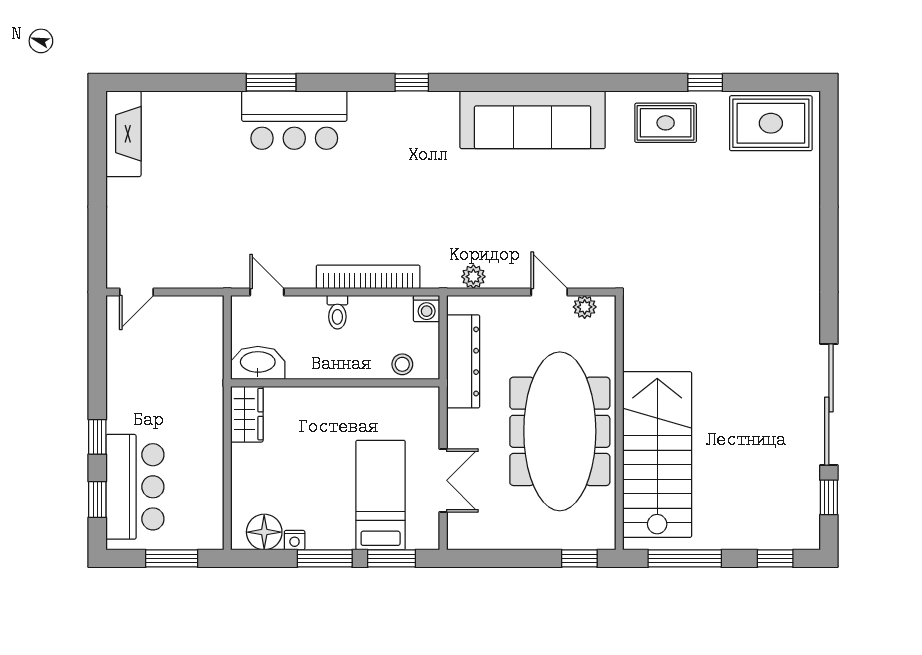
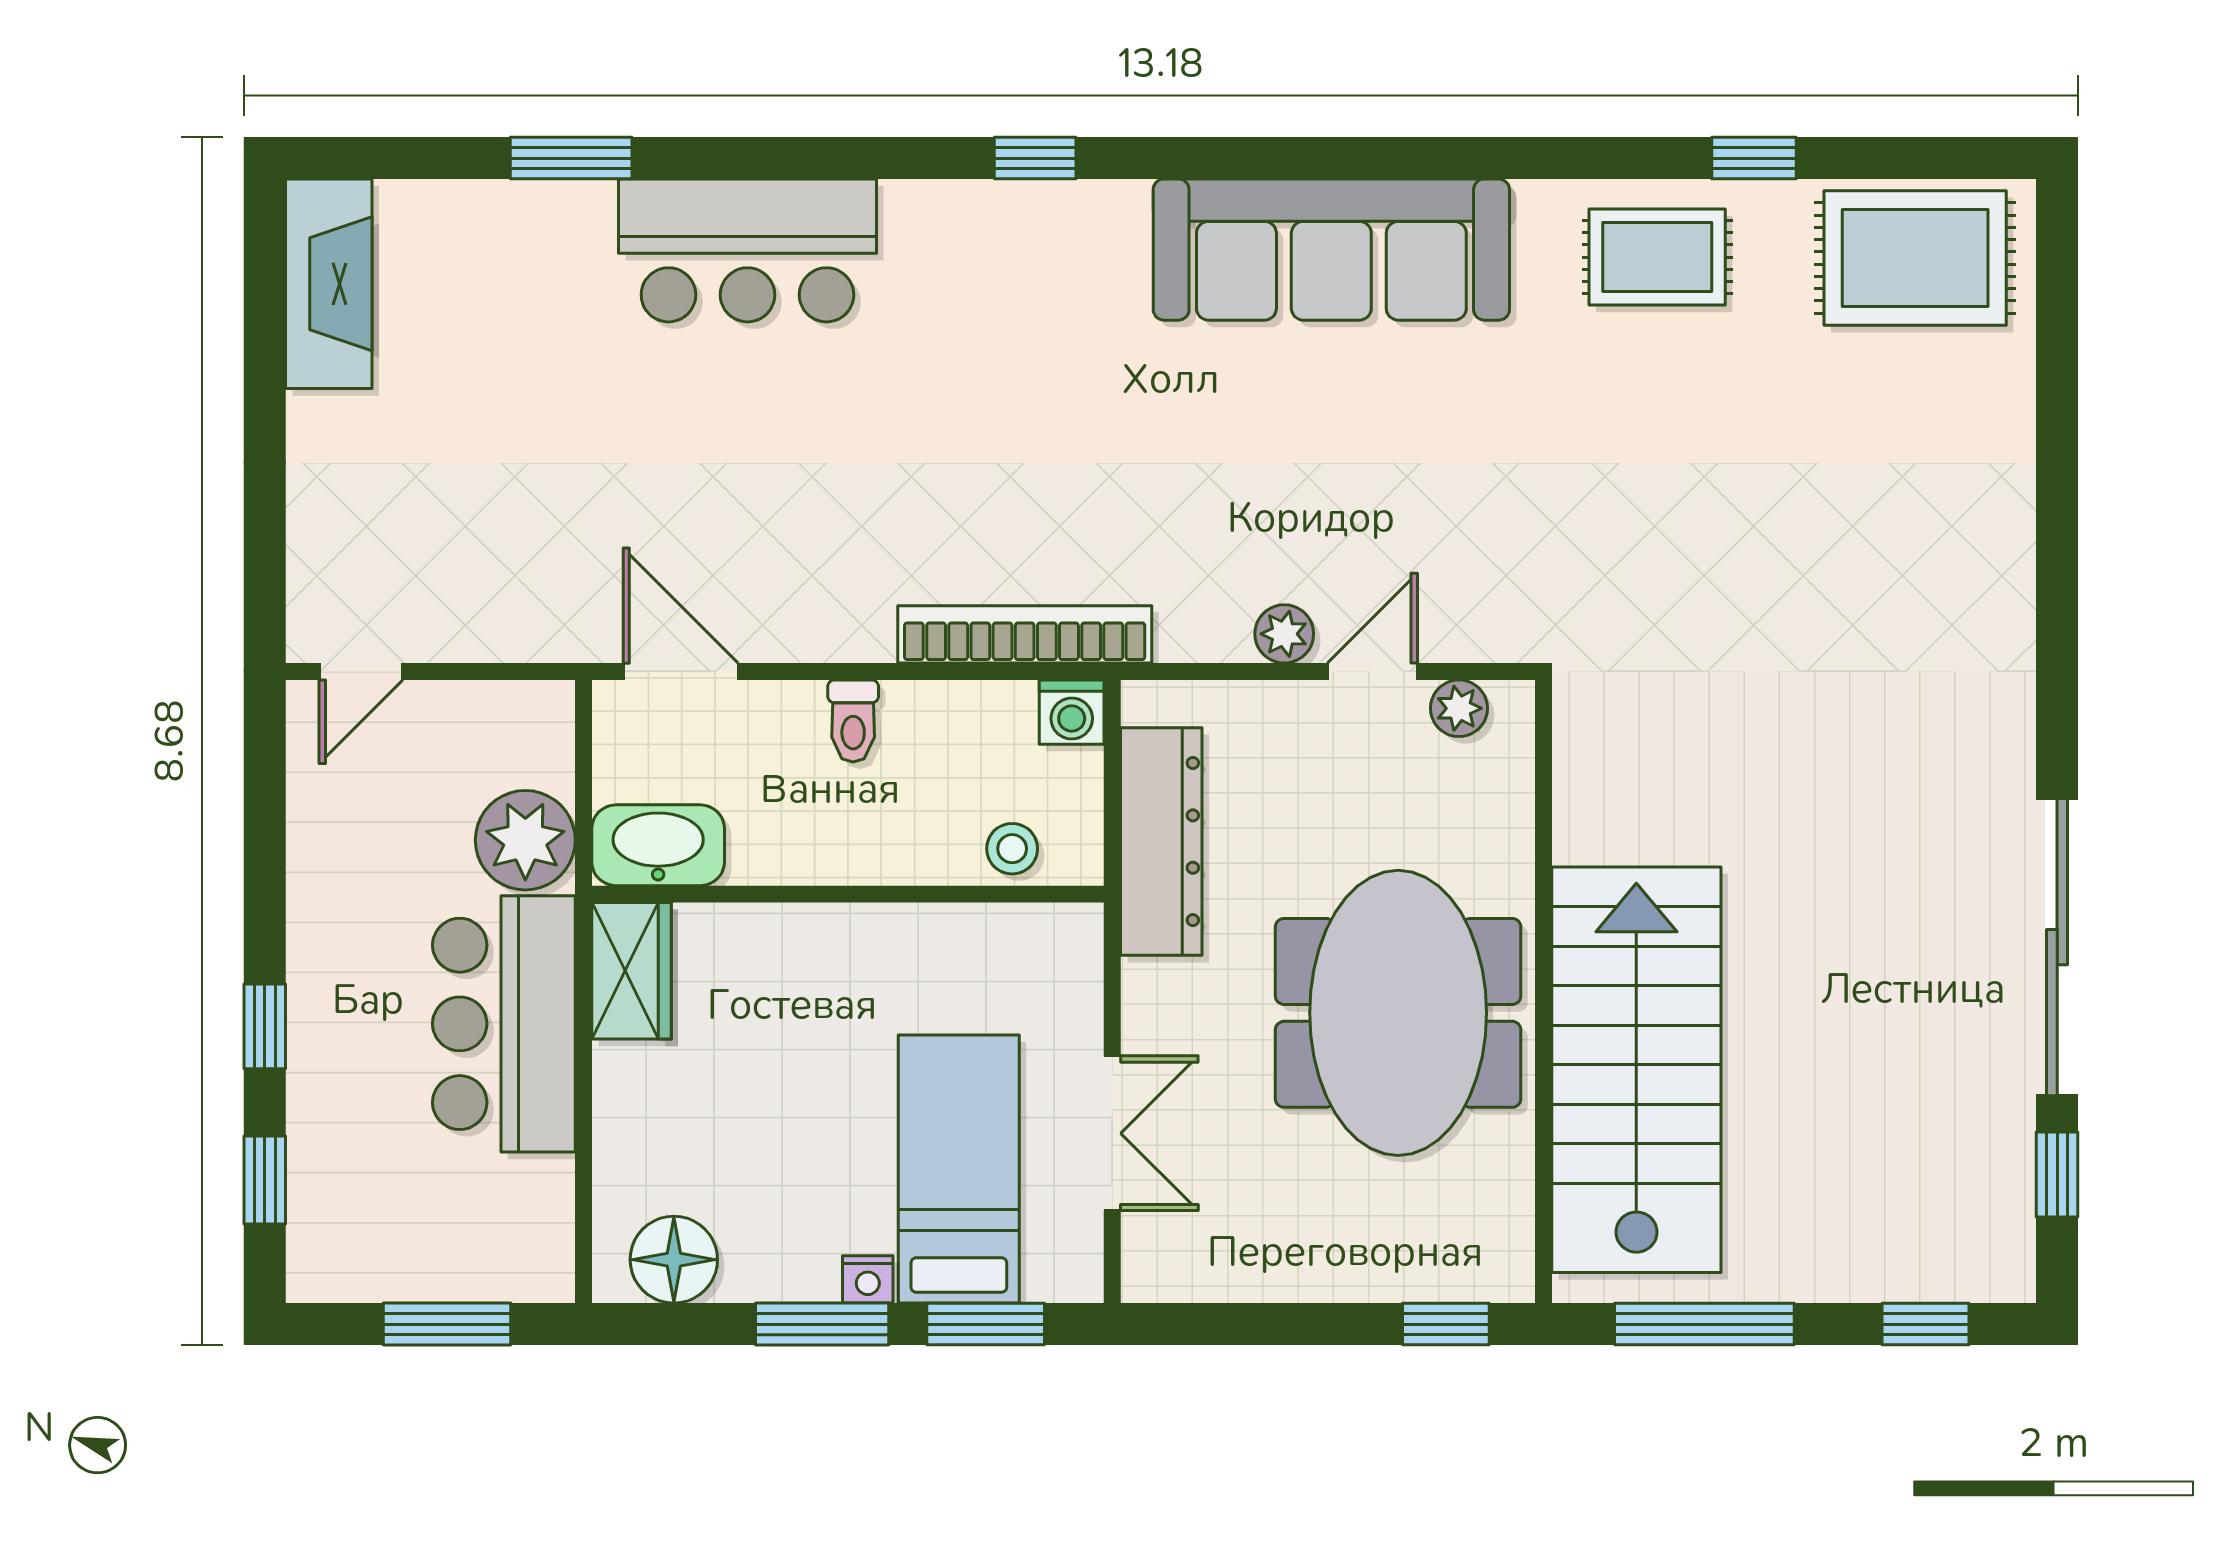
window: (271, 82) -> (571, 158), moved
bookcase: (368, 277) -> (1025, 634), moved
plant: (473, 277) -> (1284, 634), moved
door: (267, 292) -> (681, 671), width x1.38
door: (549, 292) -> (1372, 671), hinge flipped
plant: (204, 361) -> (525, 840), added
meeting table: (560, 431) -> (1398, 1013), width x0.73
bar counter: (135, 487) -> (504, 1024), moved, turned 180
nightstand: (295, 540) -> (868, 1279), moved

